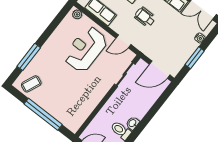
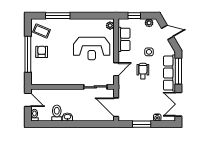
door: (123, 41) -> (116, 69), swing flipped
reception desk: (85, 49) -> (92, 49), turned 180
armchair: (51, 99) -> (42, 52), added

